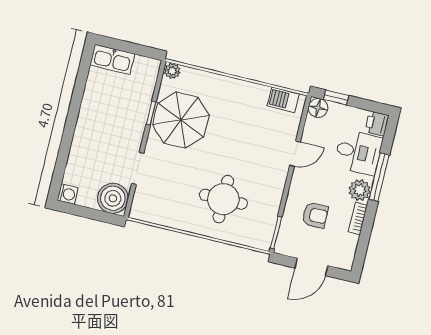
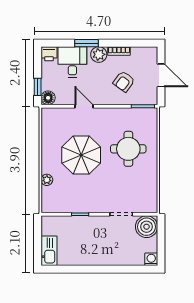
plant: (172, 71) -> (47, 180), moved
barbecue: (283, 100) -> (48, 124), removed
parasol: (181, 120) -> (81, 155), moved
window: (379, 177) -> (86, 43), width x0.69
armchair: (315, 215) -> (124, 82), turned -144

